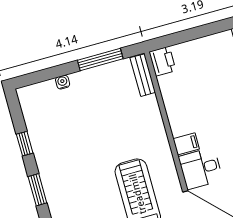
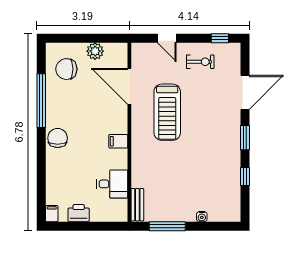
printer: (162, 61) -> (79, 213), moved, turned 90
desk: (201, 168) -> (112, 184), moved

